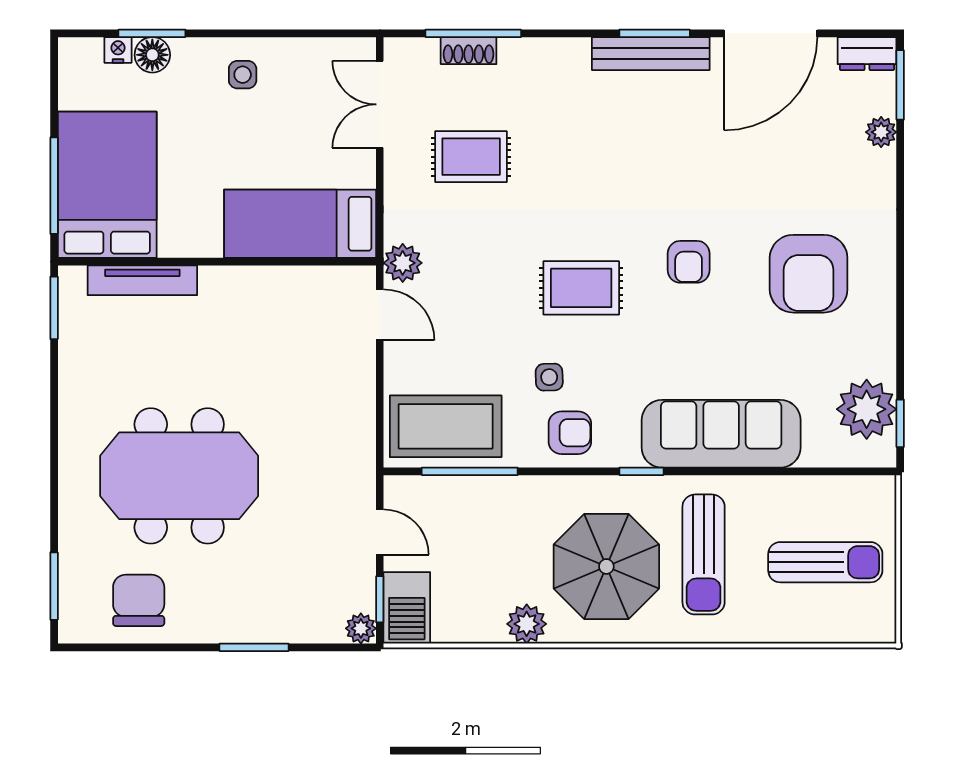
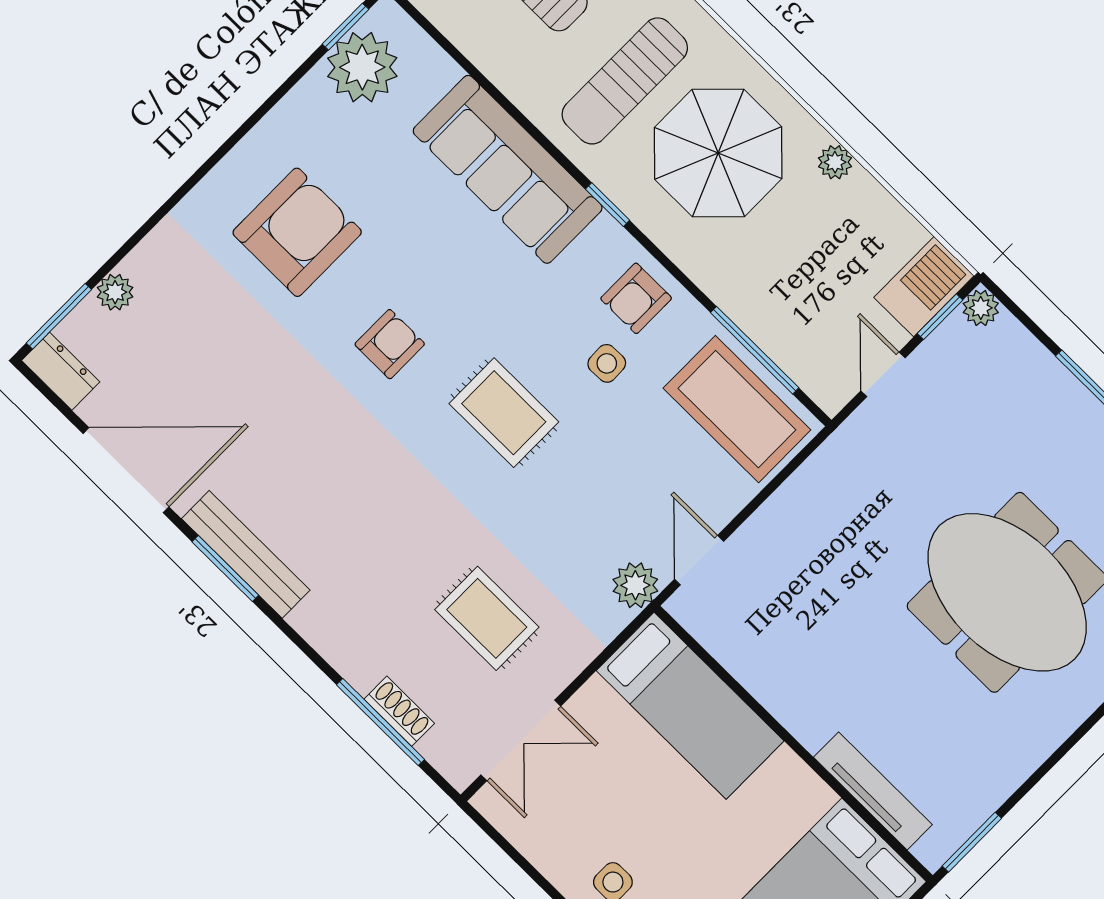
armchair: (570, 433) -> (636, 298), turned -90
sun lounger: (704, 554) -> (625, 81), turned 180
plant: (527, 624) -> (835, 162), width x0.73, depth x0.73

